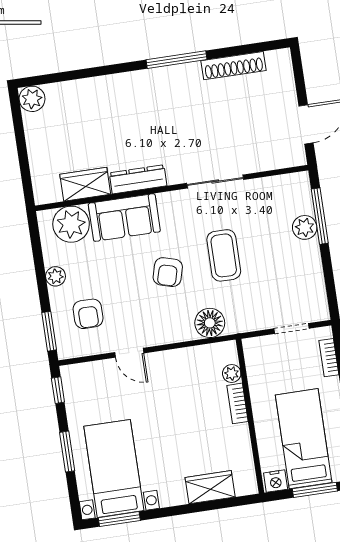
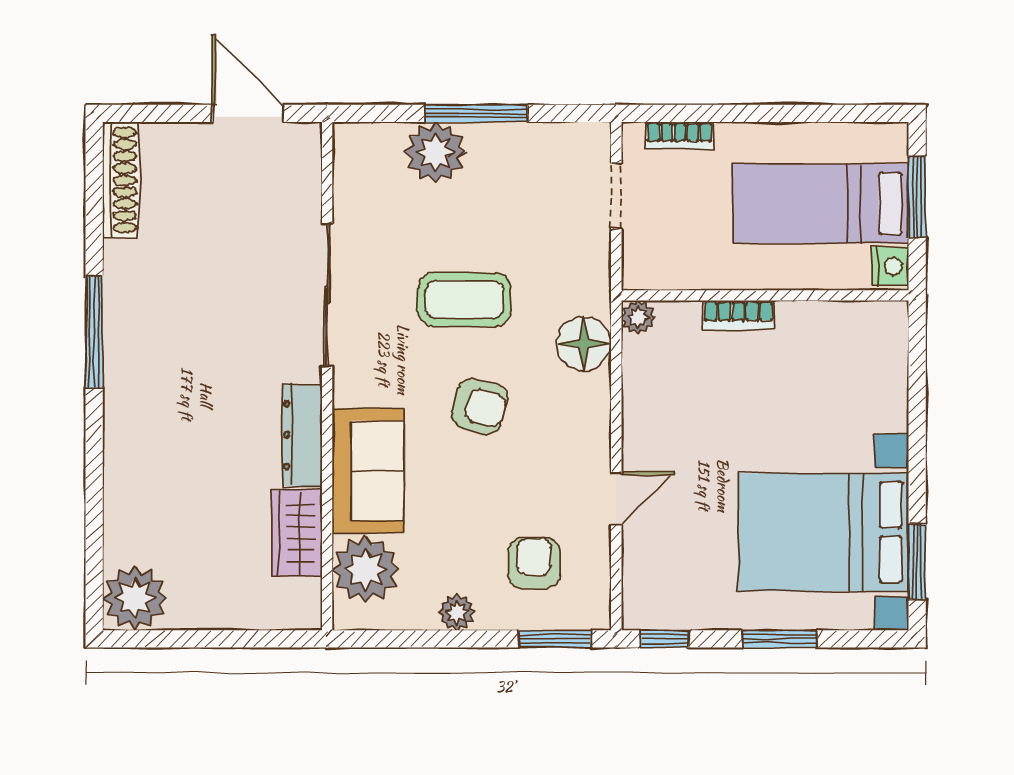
shoe rack: (234, 66) -> (121, 180), moved
plant: (32, 99) -> (135, 598), width x1.36, depth x1.36
sliding door: (215, 181) -> (327, 295), width x1.37
window: (320, 216) -> (476, 113), moved
plant: (305, 227) -> (435, 152), width x1.36, depth x1.36
armchair: (88, 314) -> (534, 563), turned -90
plant: (232, 374) -> (638, 317), moved
bed with nightstands: (114, 468) -> (823, 532), width x1.36
wardrobe: (210, 487) -> (884, 388), removed

